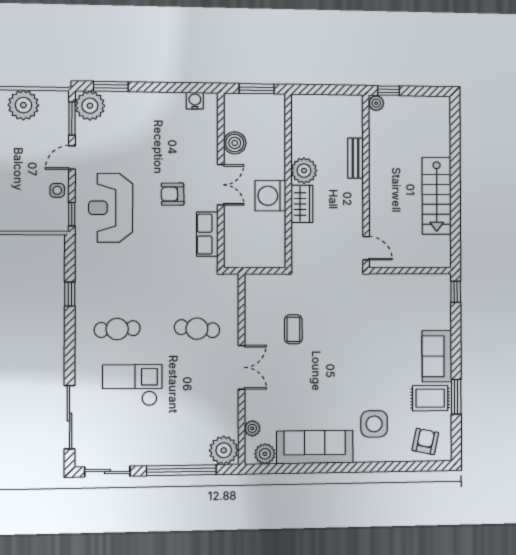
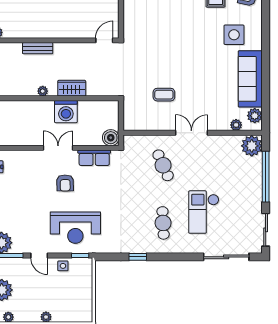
boiler: (235, 143) -> (111, 138), moved
plant: (304, 171) -> (43, 91), width x0.53, depth x0.53
cafe table: (197, 329) -> (163, 165), turned -30

